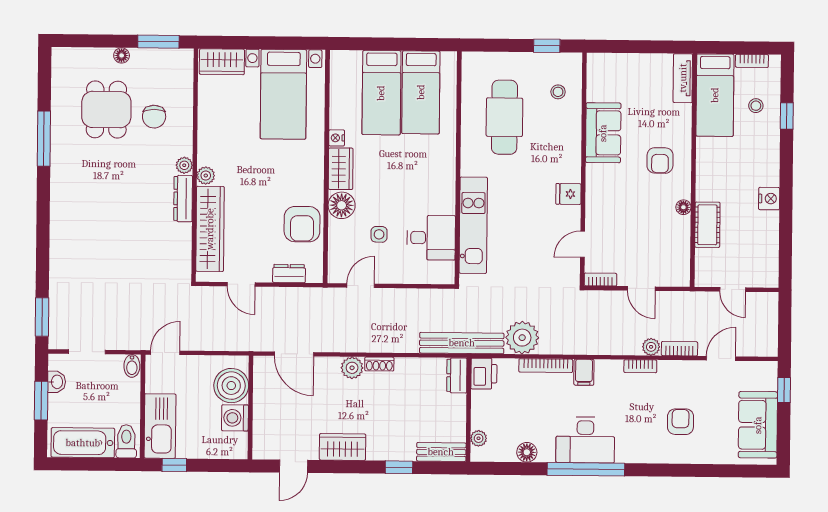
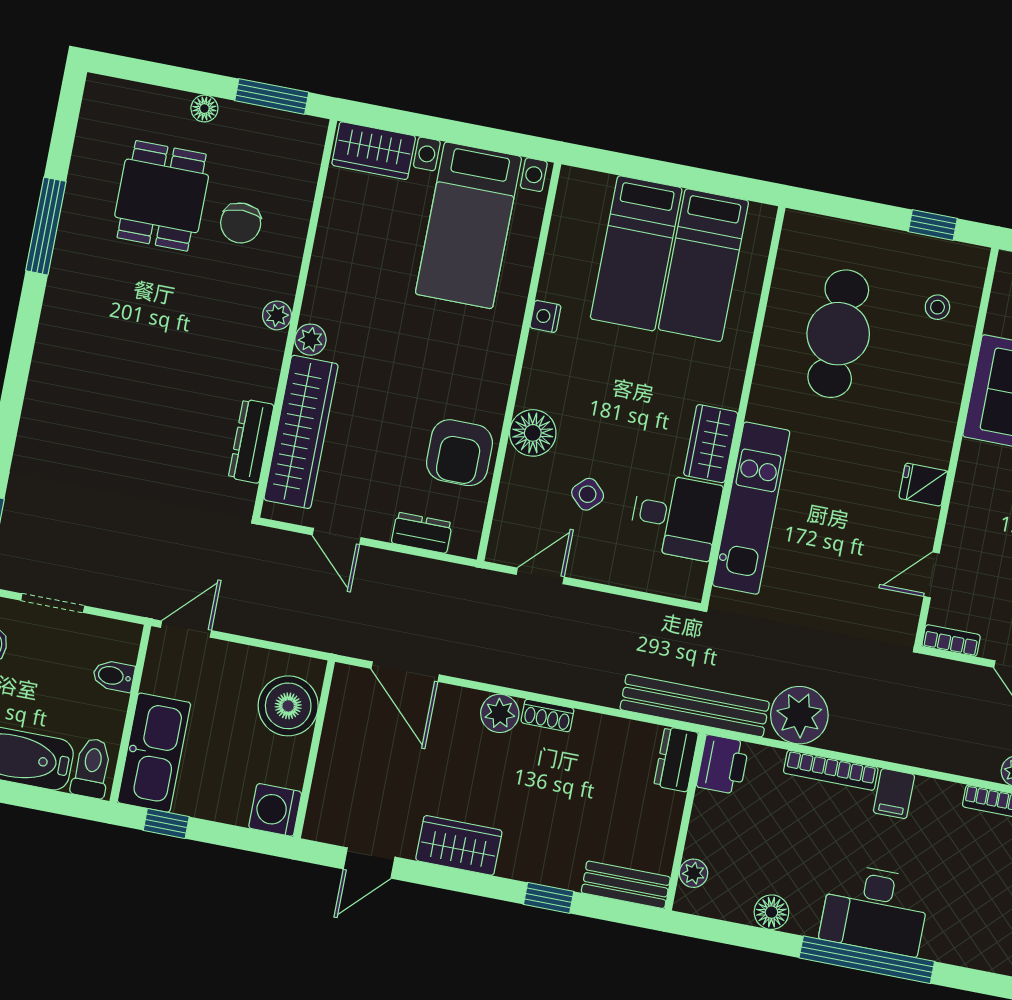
wardrobe: (341, 169) -> (711, 444), moved, turned 180
dresser: (183, 199) -> (251, 441), moved
side table: (379, 234) -> (588, 494), turned 45
bidet: (132, 366) -> (114, 676), moved, turned 90
washing machine: (235, 418) -> (275, 810), moved

